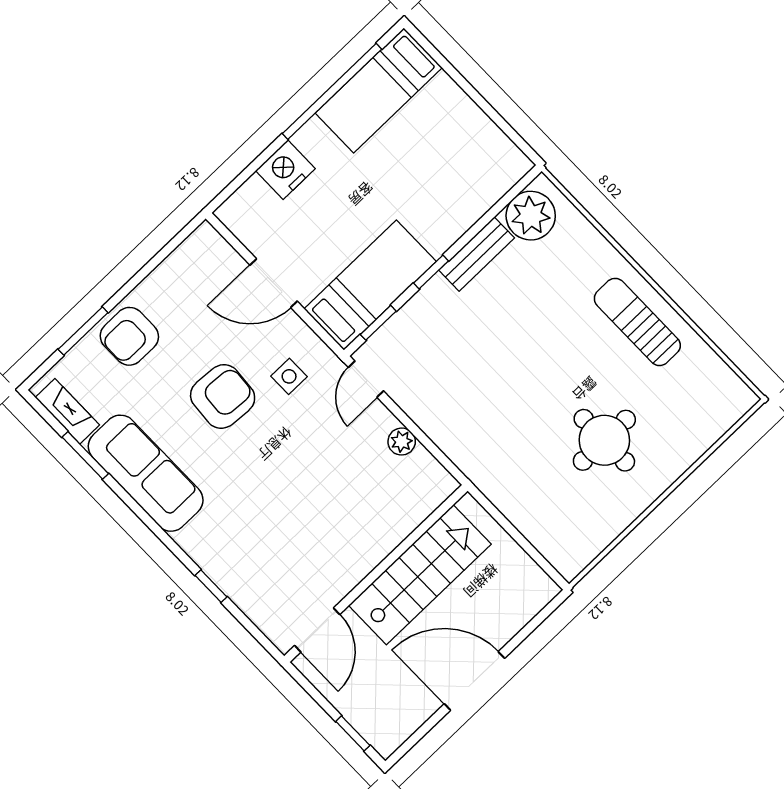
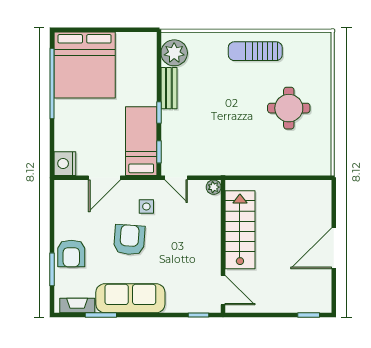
bed: (379, 90) -> (85, 65), width x2.04
nightstand: (285, 170) -> (65, 164), moved
wall: (376, 573) -> (223, 246), moved
stairs: (420, 575) -> (240, 230), moved
door: (317, 630) -> (223, 290), moved

